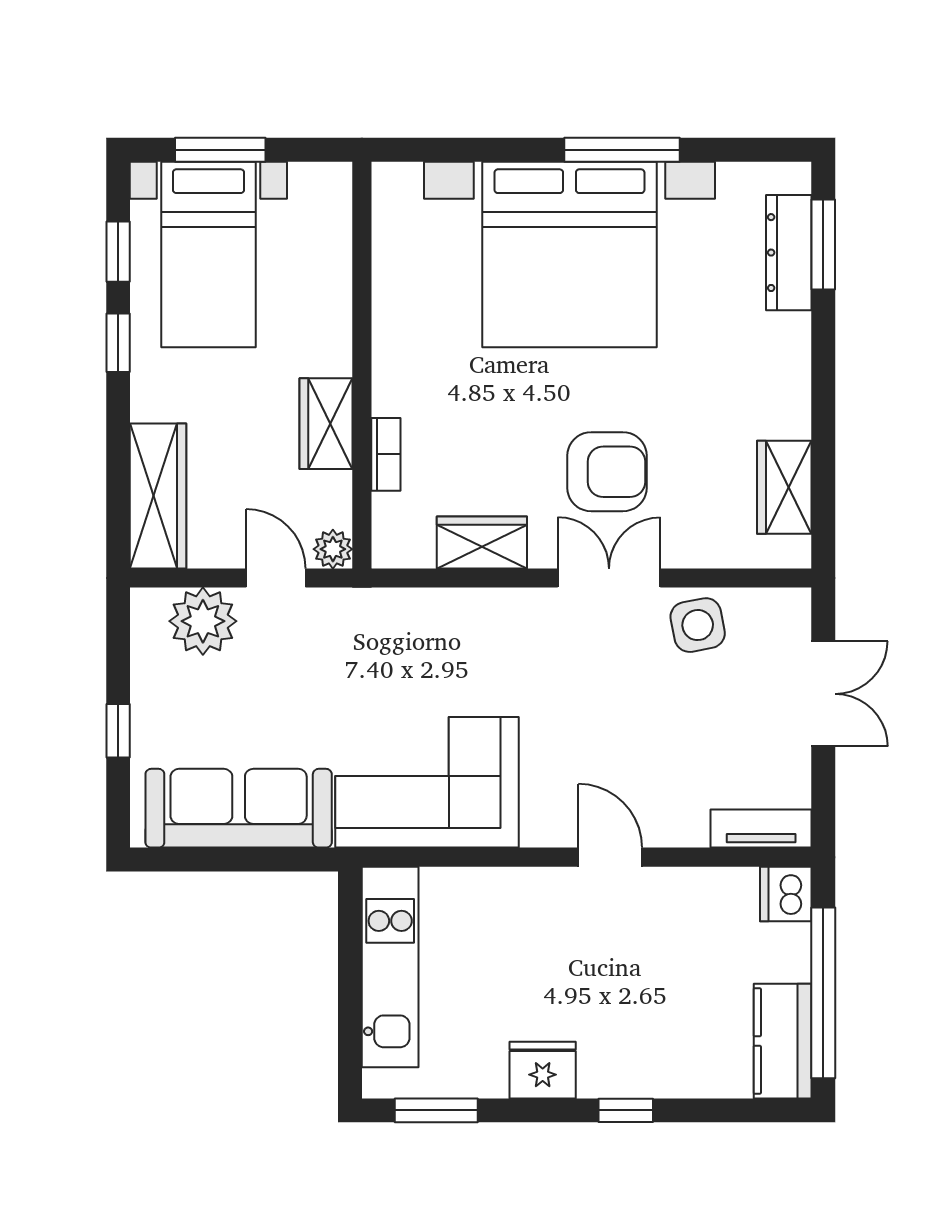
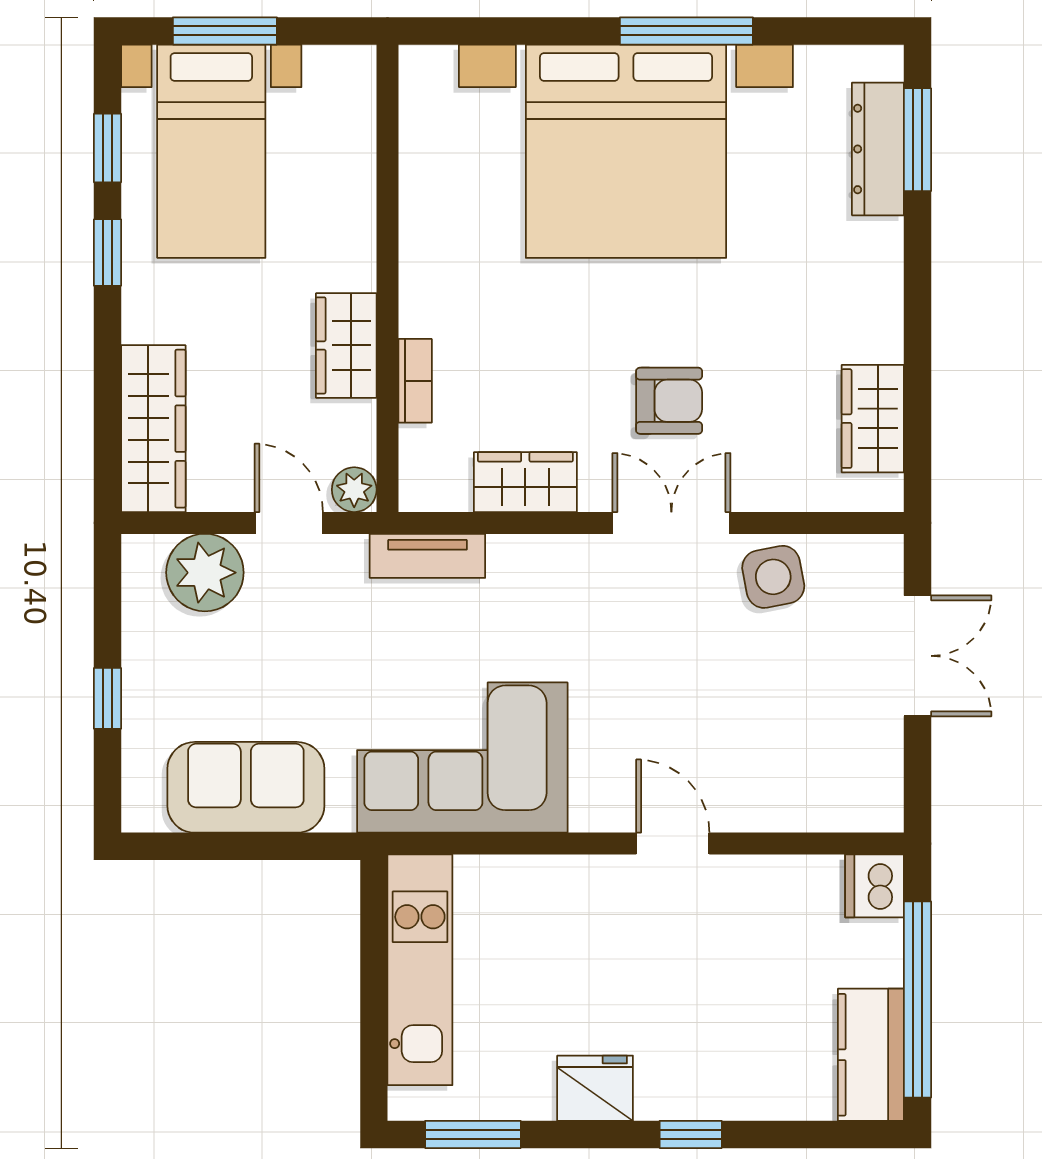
armchair: (607, 472) -> (669, 401), width x0.72, depth x0.72
sofa: (239, 808) -> (246, 787), width x0.73
tv unit: (761, 829) -> (427, 556), moved, turned 180

